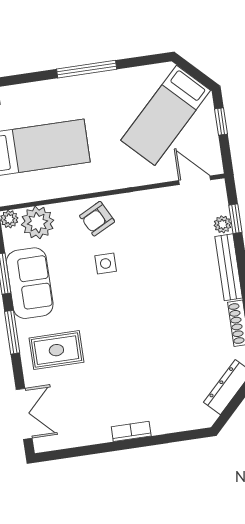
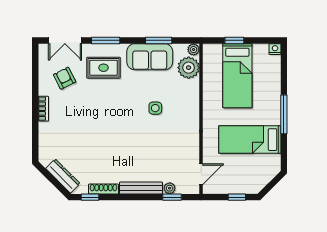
bed: (166, 115) -> (250, 140), moved, turned -45
armchair: (97, 219) -> (65, 78), moved
window: (12, 332) -> (106, 40), moved
rug: (56, 350) -> (104, 68), turned 90

